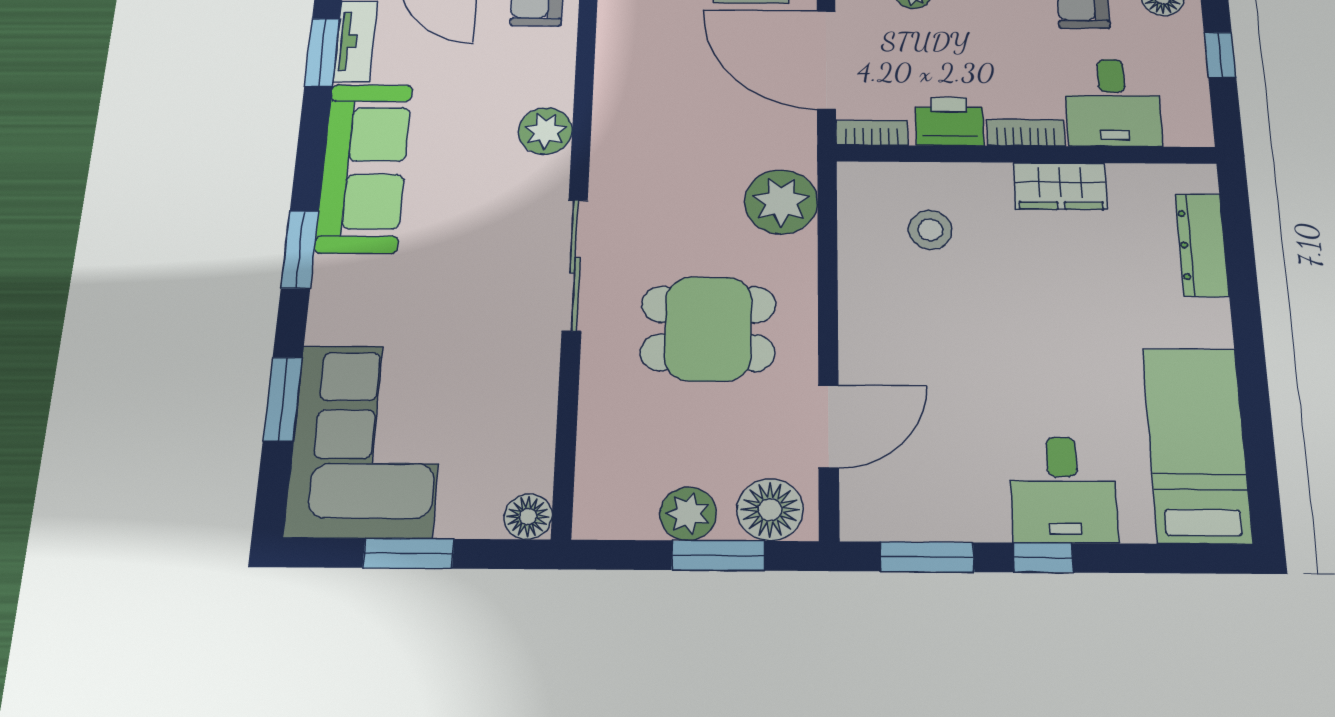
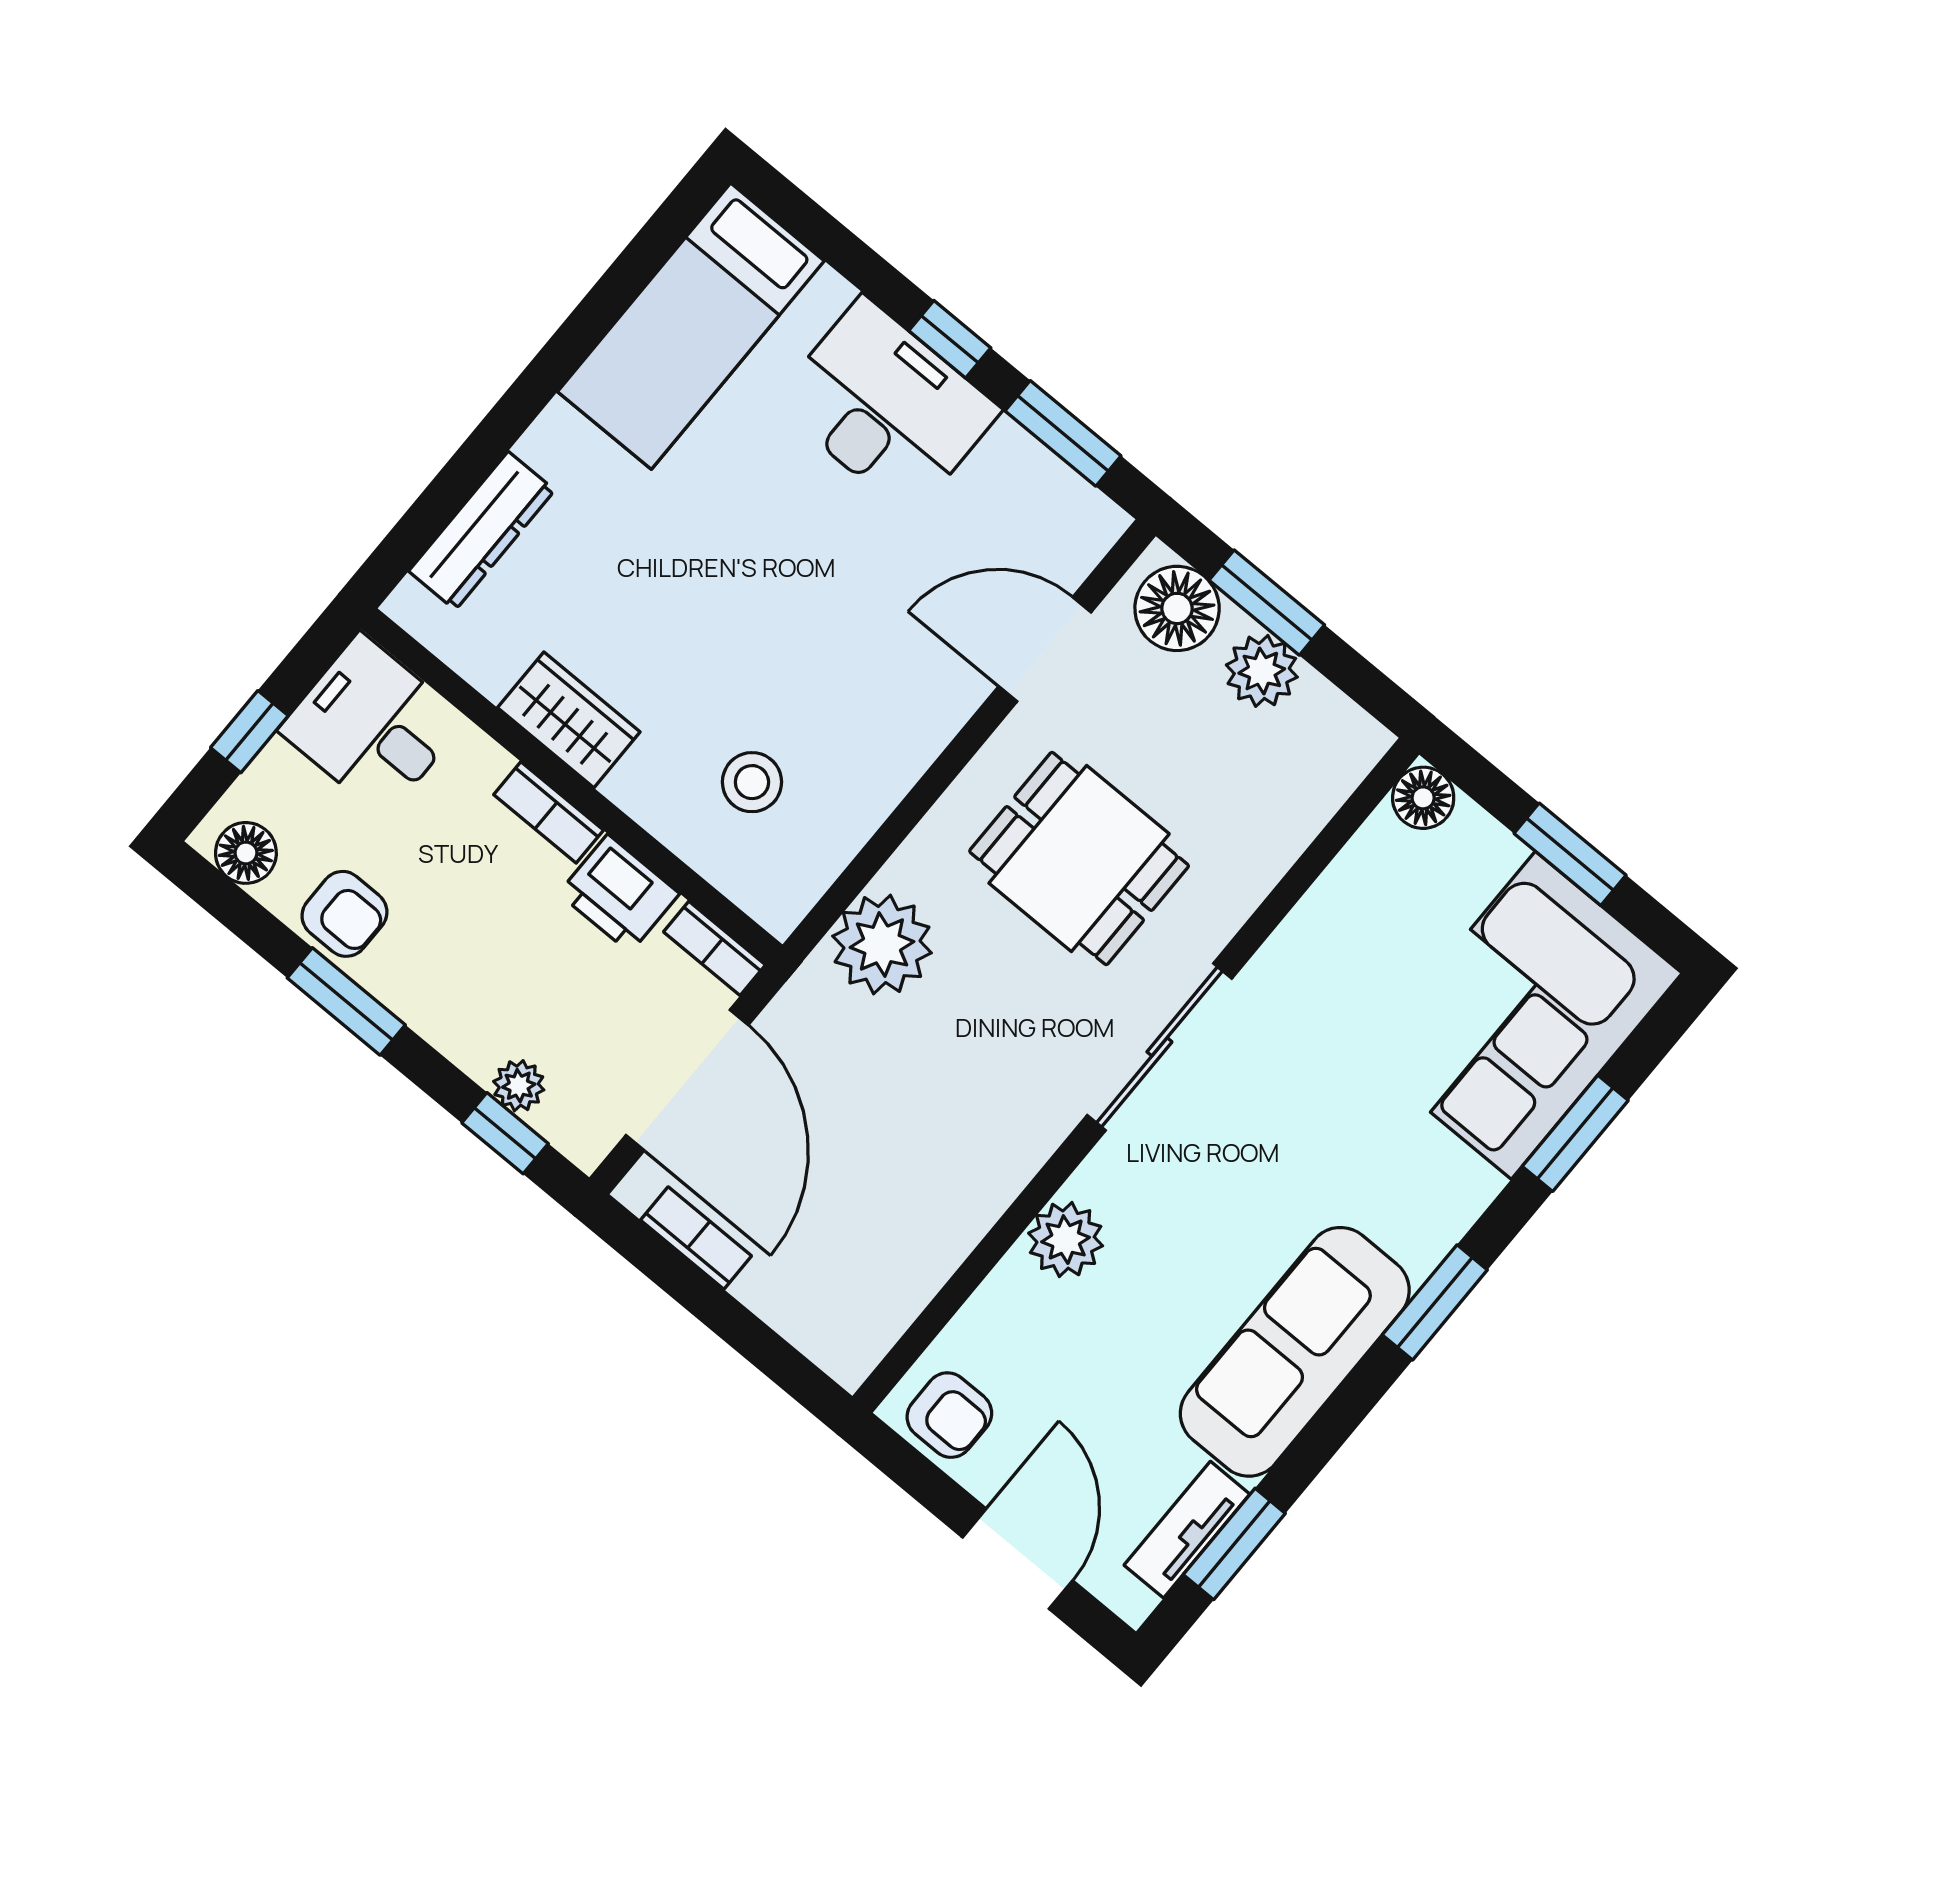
desk: (1113, 103) -> (372, 725), moved, turned -90
desk: (1063, 489) -> (887, 407), width x1.37

